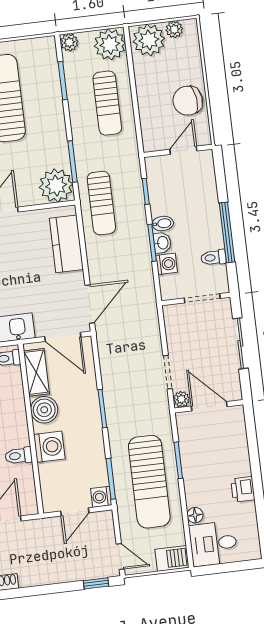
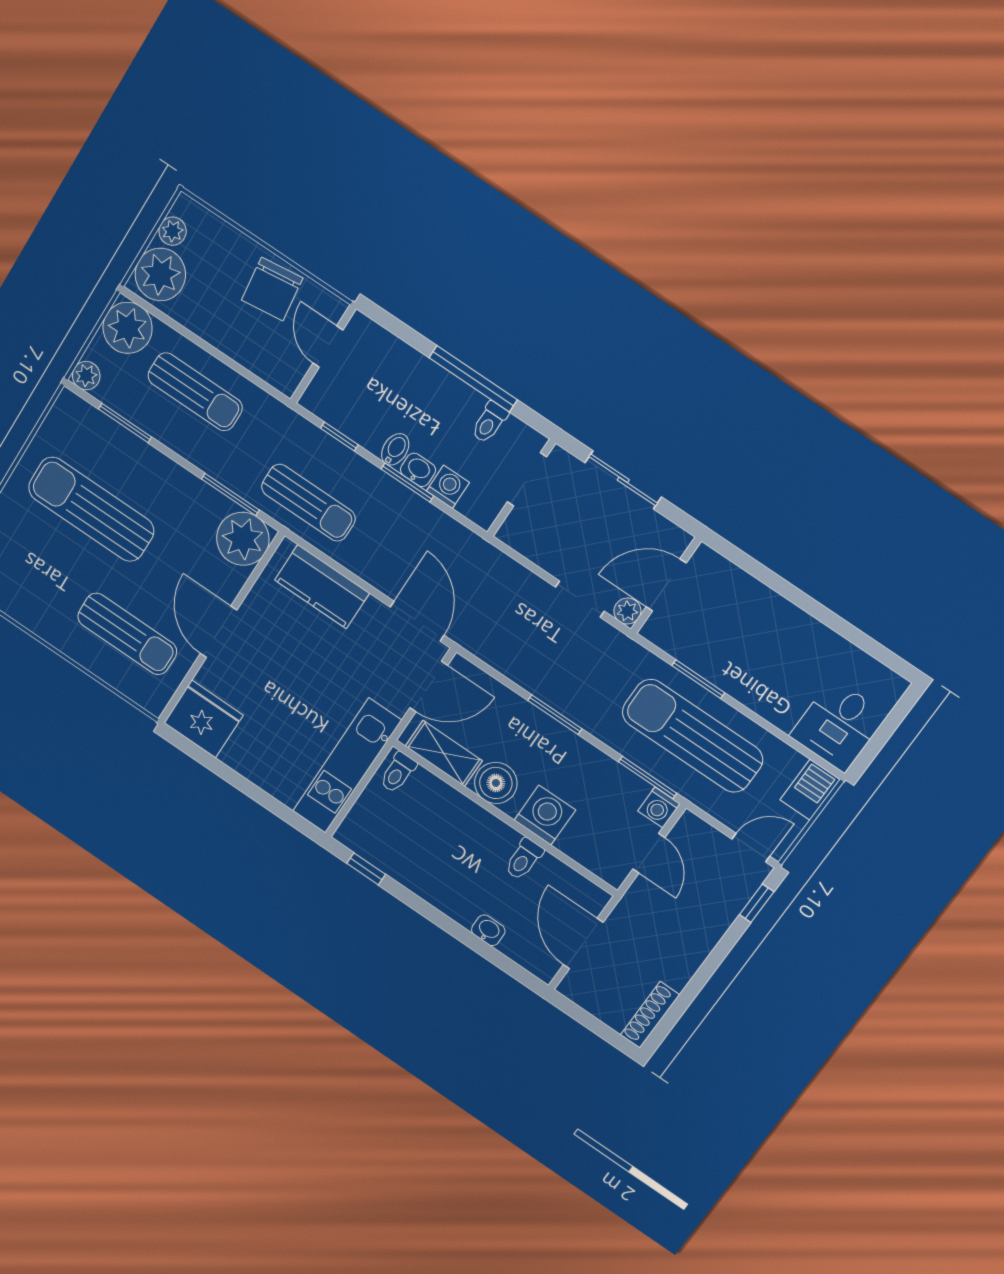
sun lounger: (149, 482) -> (692, 736), turned 180
printer: (243, 489) -> (805, 632), removed
floor lamp: (195, 515) -> (783, 717), removed

